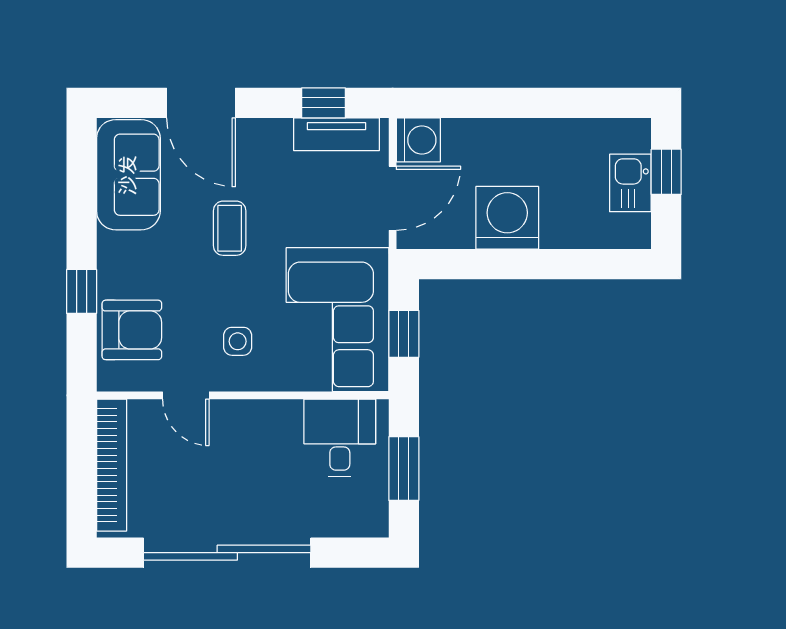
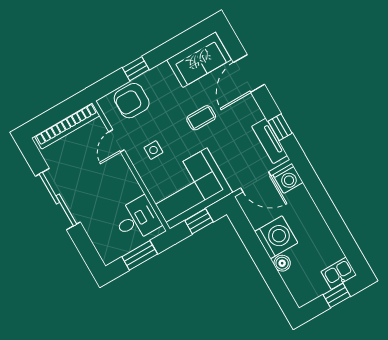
kitchen sink: (630, 183) -> (339, 273), moved
boiler: (557, 233) -> (282, 263), added
armchair: (132, 330) -> (132, 101), turned 90
sliding door: (227, 553) -> (58, 199), width x0.73

